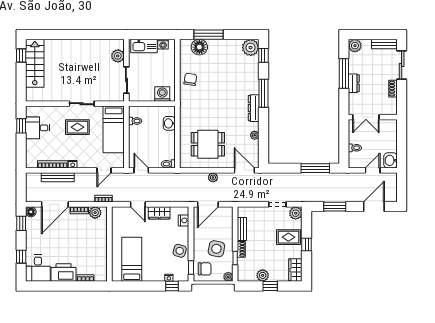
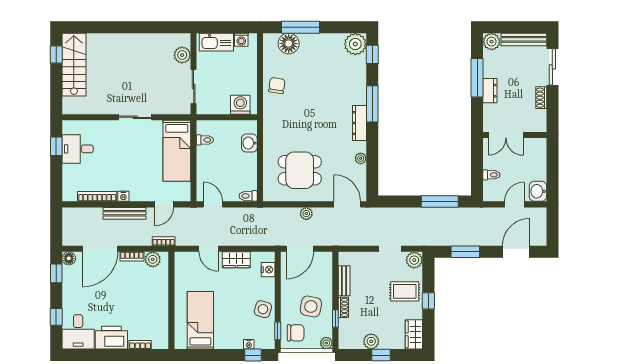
bench: (384, 44) -> (524, 39), width x1.36
rug: (77, 127) -> (130, 148), removed
bench: (58, 177) -> (125, 213), moved

